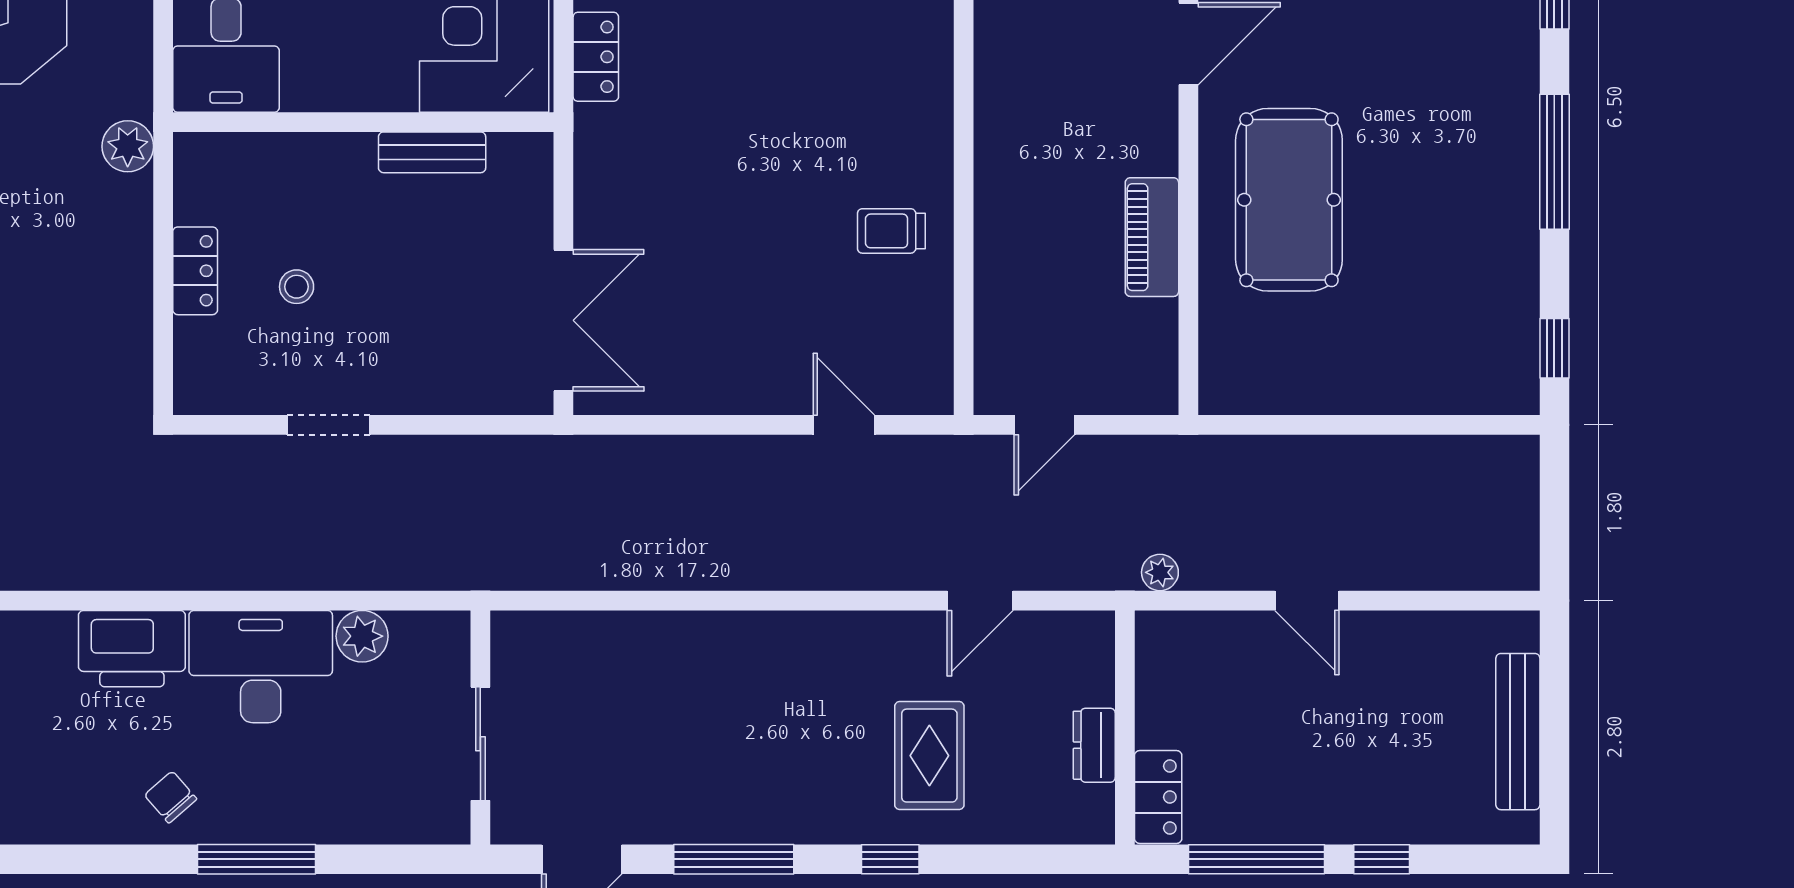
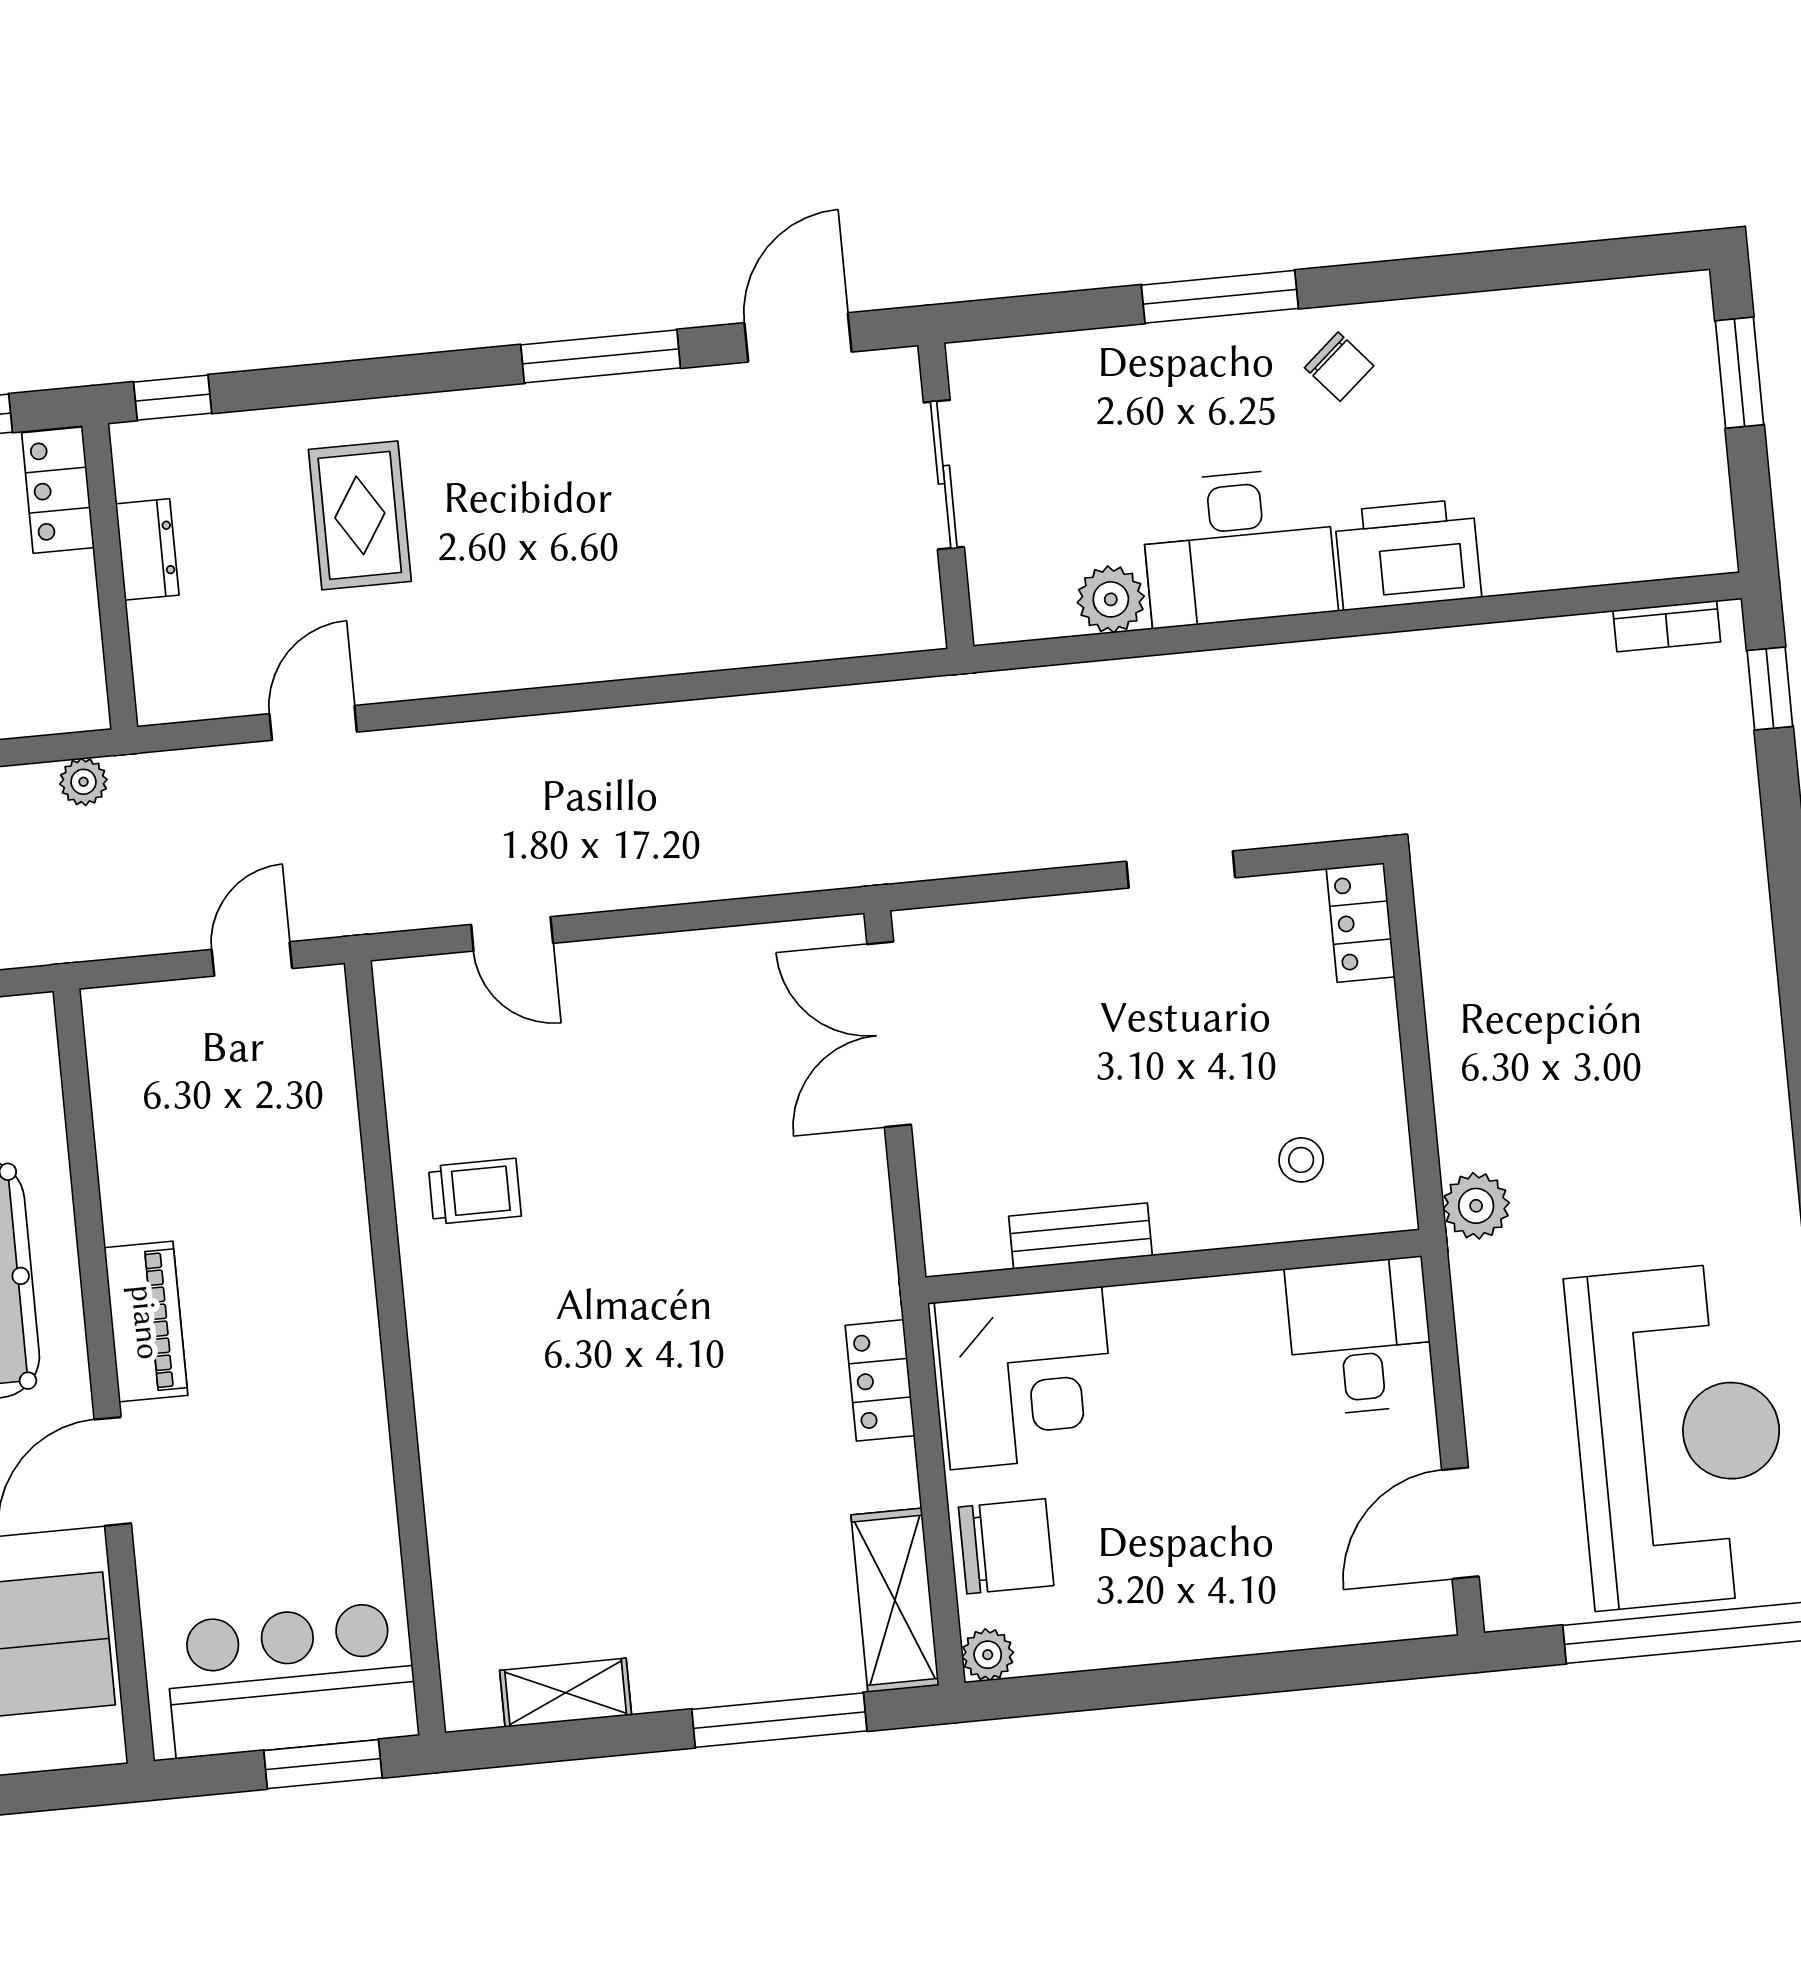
piano: (1152, 237) -> (146, 1322), moved
locker: (195, 271) -> (1361, 923), moved
stool: (297, 287) -> (1301, 1160), moved
window: (890, 859) -> (173, 398), moved

